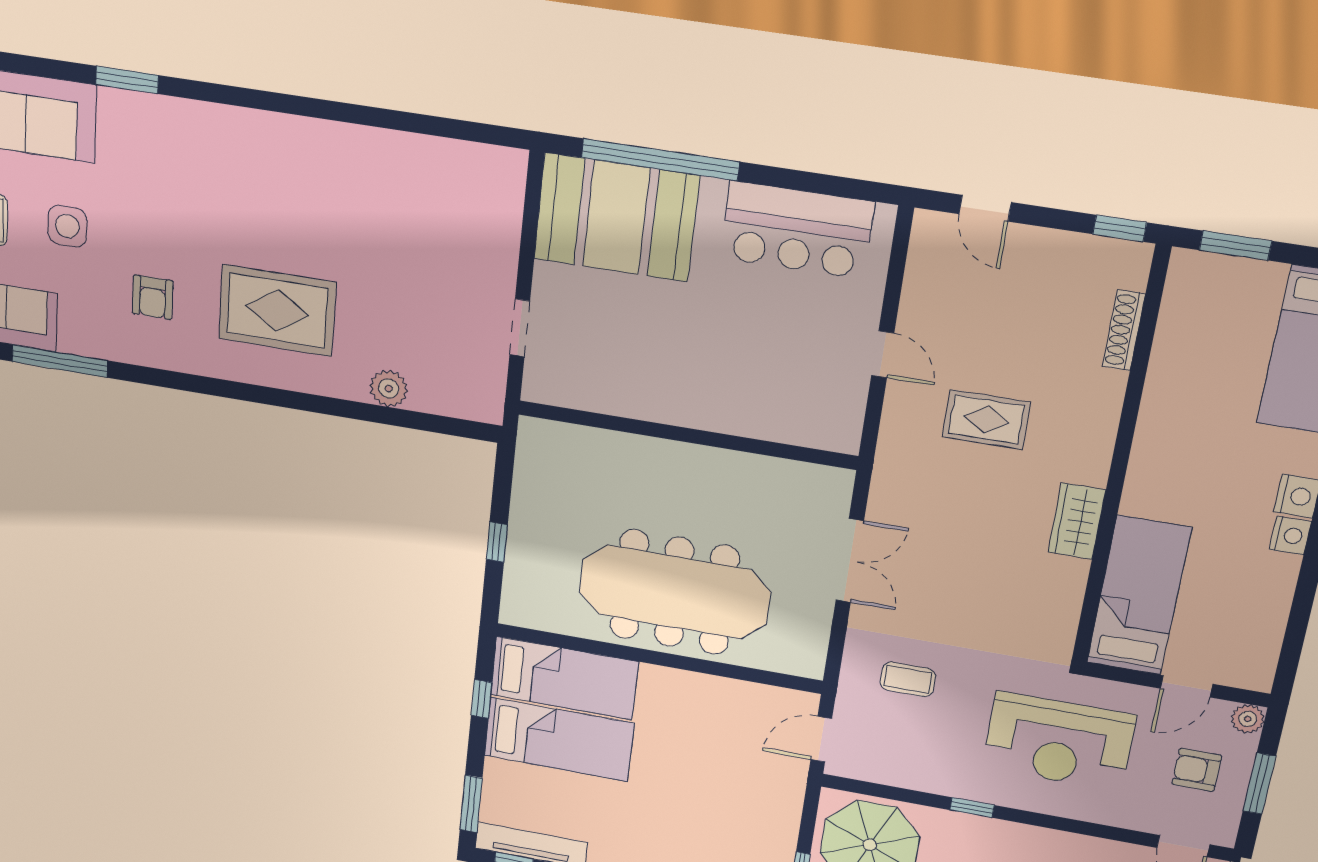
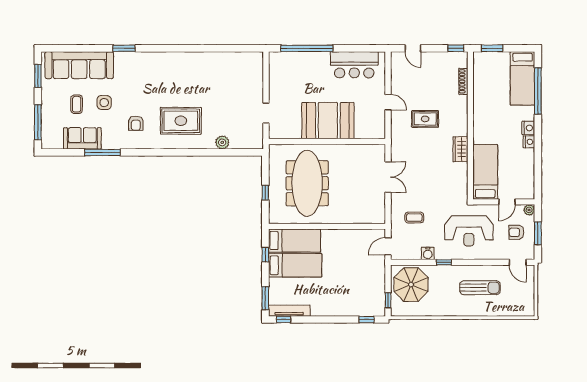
booth: (616, 217) -> (328, 121), moved
meeting table: (674, 592) -> (307, 183), moved, turned 90
water cooler: (930, 777) -> (428, 253), added

